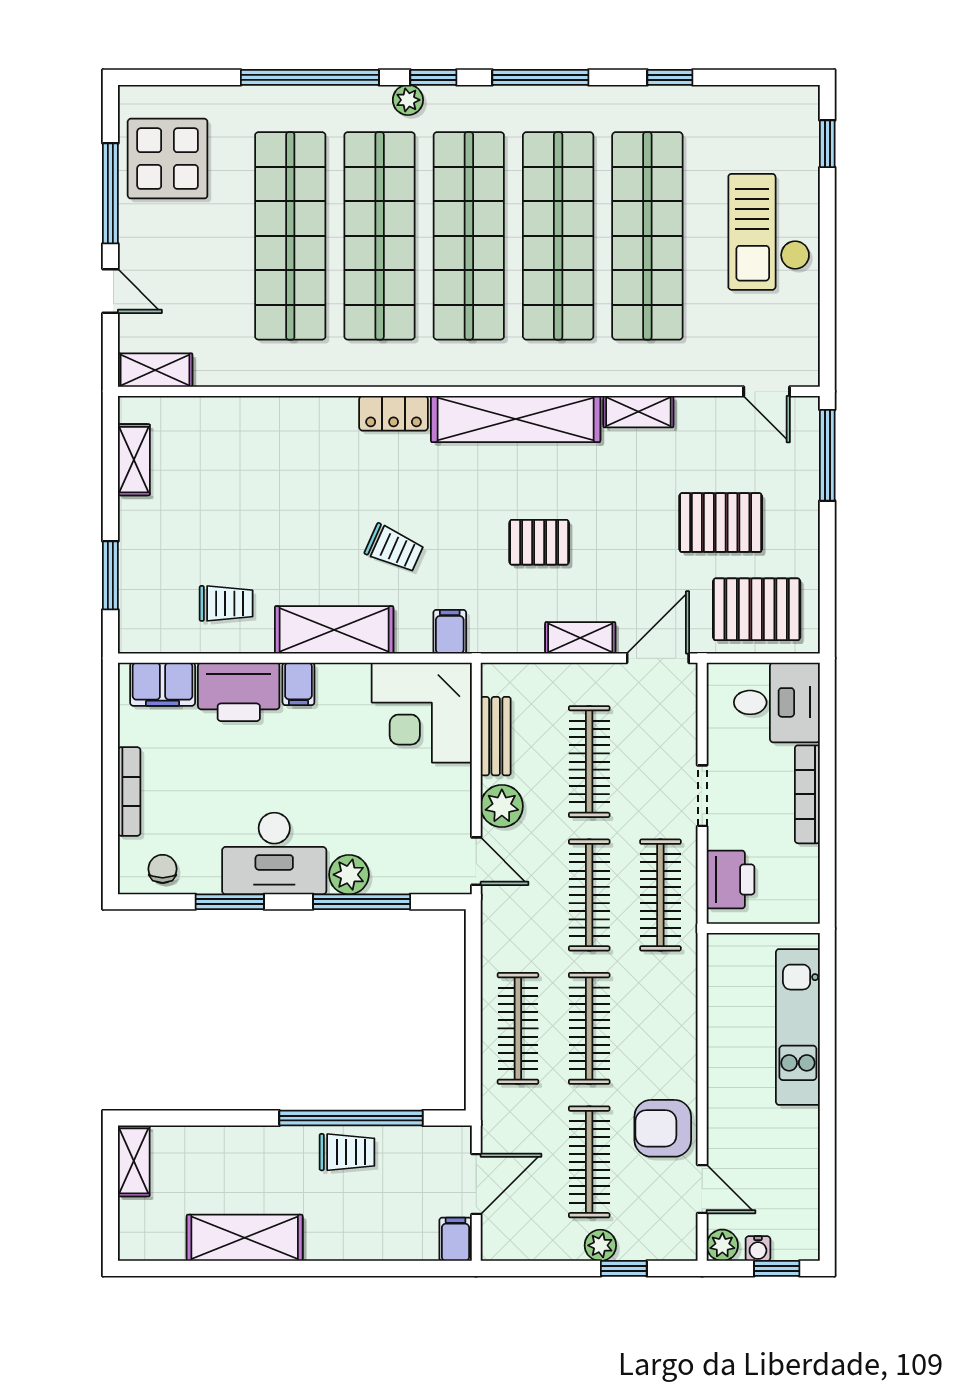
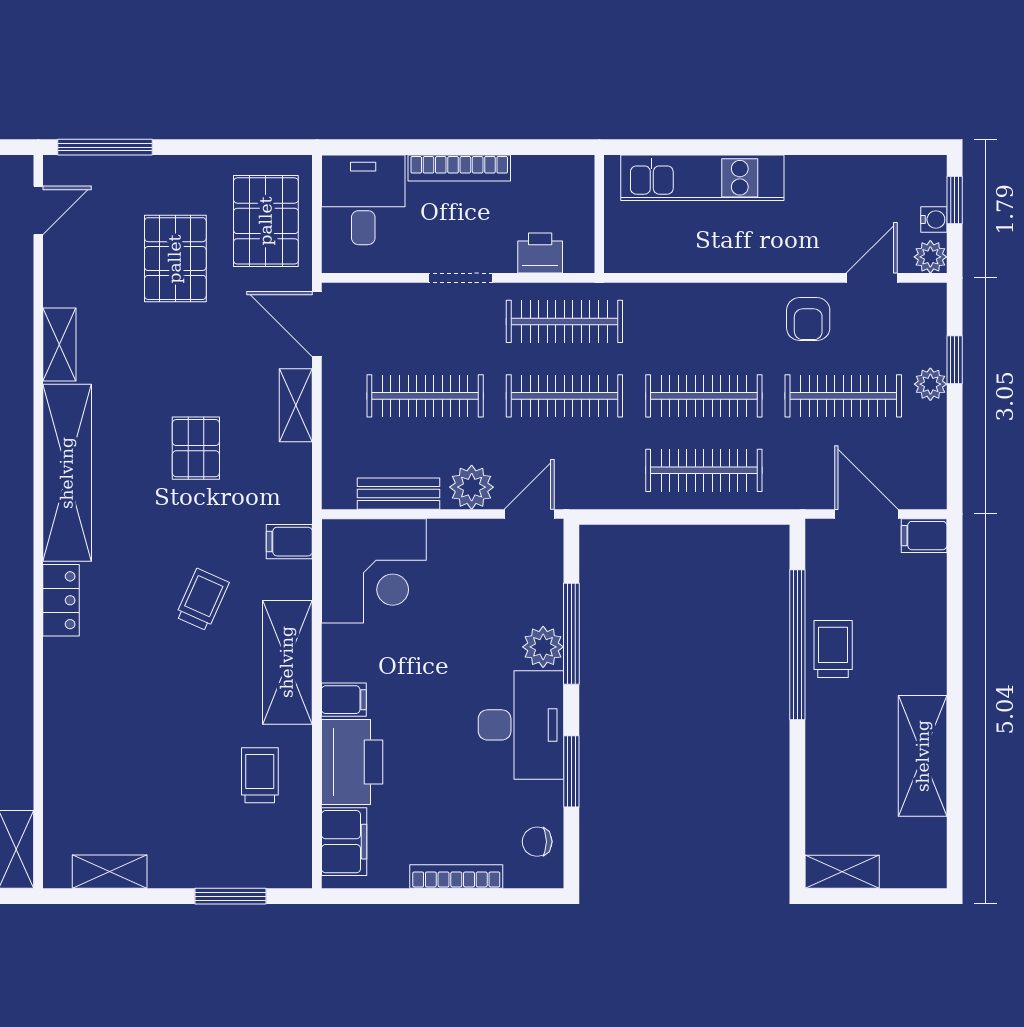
printer: (731, 879) -> (540, 253), width x0.73, depth x0.81
armchair: (663, 1128) -> (808, 319), width x0.72, depth x0.72

